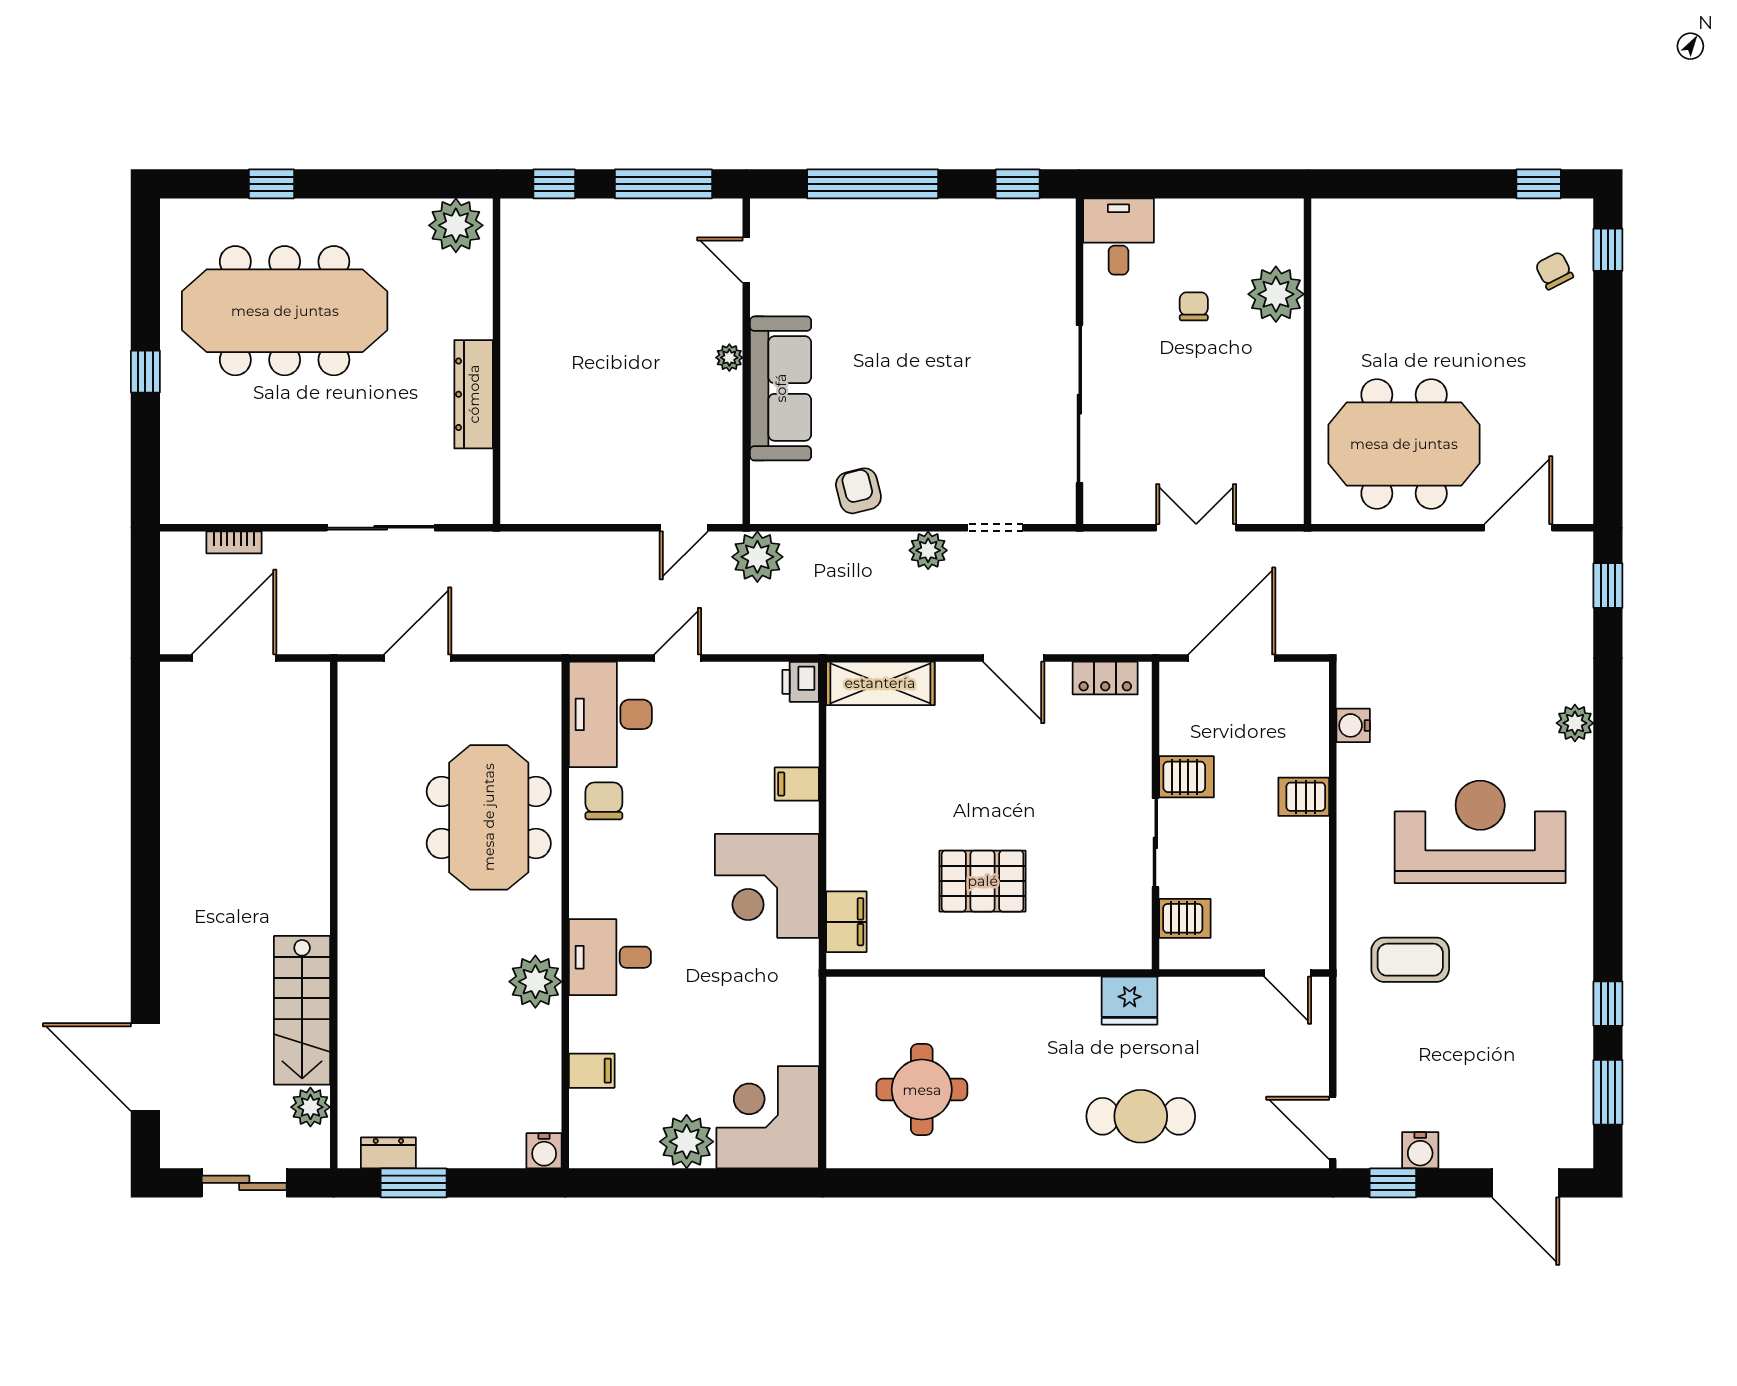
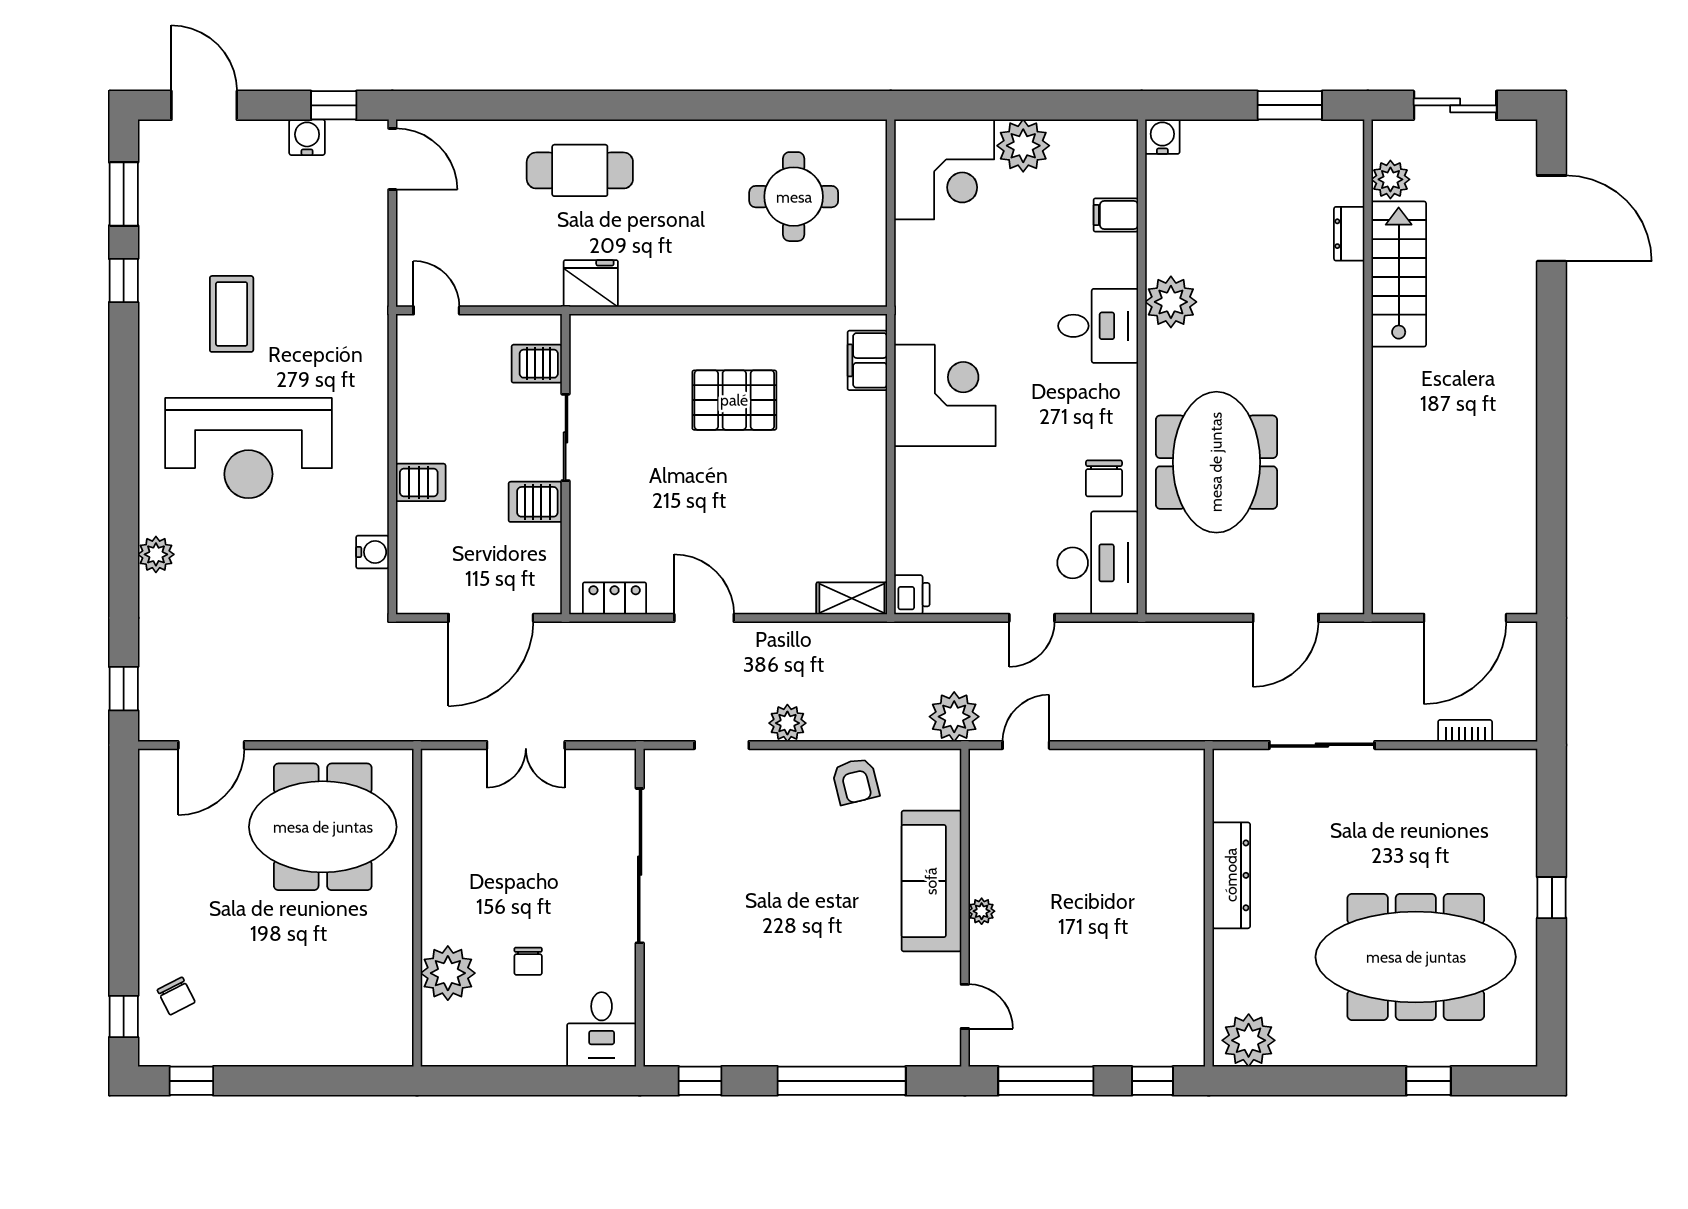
shelving: (880, 683) -> (852, 598), width x0.67, depth x0.75
filing cabinet: (797, 784) -> (916, 495), removed
coffee table: (1410, 960) -> (232, 314), moved, turned 90
dresser: (388, 1153) -> (1349, 234), moved, turned 90

